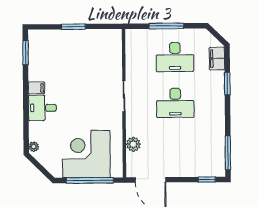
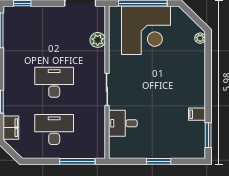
window: (166, 26) -> (77, 161), moved
filing cabinet: (36, 88) -> (197, 114), moved
desk: (42, 108) -> (123, 123), moved, turned 180

